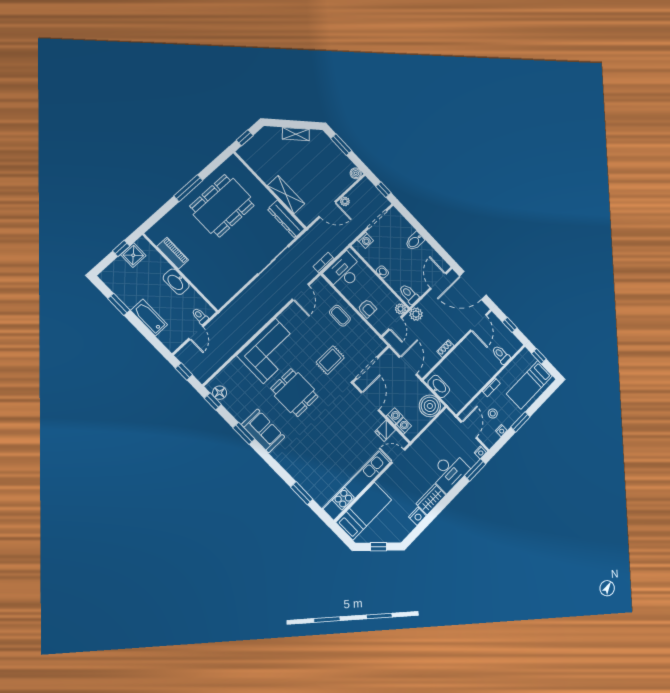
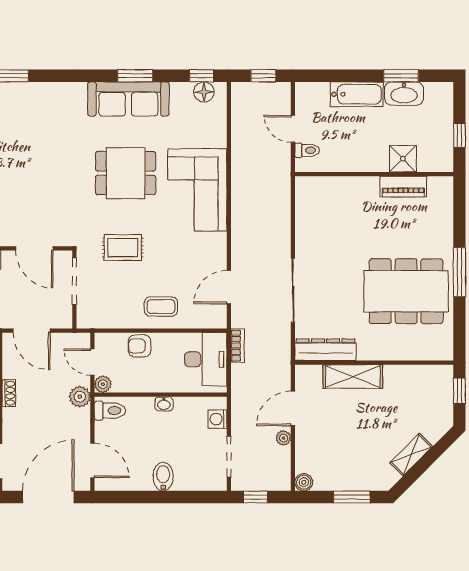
dining table: (222, 206) -> (406, 291), turned 90
shower: (133, 255) -> (403, 159), moved
washbasin: (176, 282) -> (404, 94), moved, turned 180
door: (301, 292) -> (229, 287), hinge flipped
rug: (330, 360) -> (123, 248), turned 90
sofa: (263, 431) -> (128, 99), width x1.36

